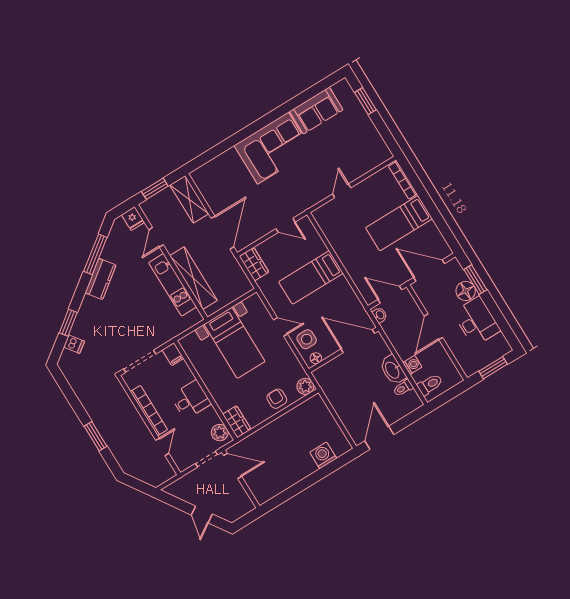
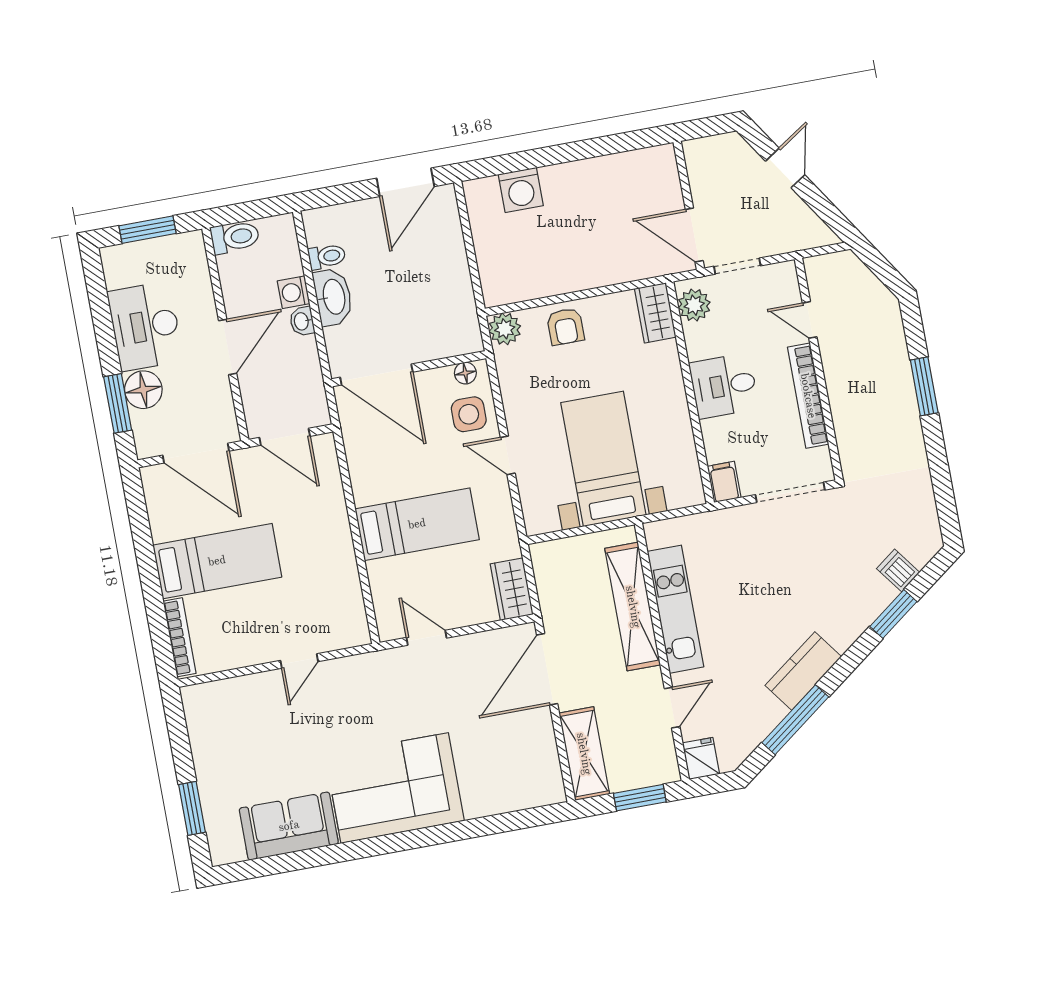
washbasin: (380, 315) -> (302, 321), moved
toilet: (430, 385) -> (235, 237), moved, turned 180
door: (162, 447) -> (810, 320), hinge flipped

